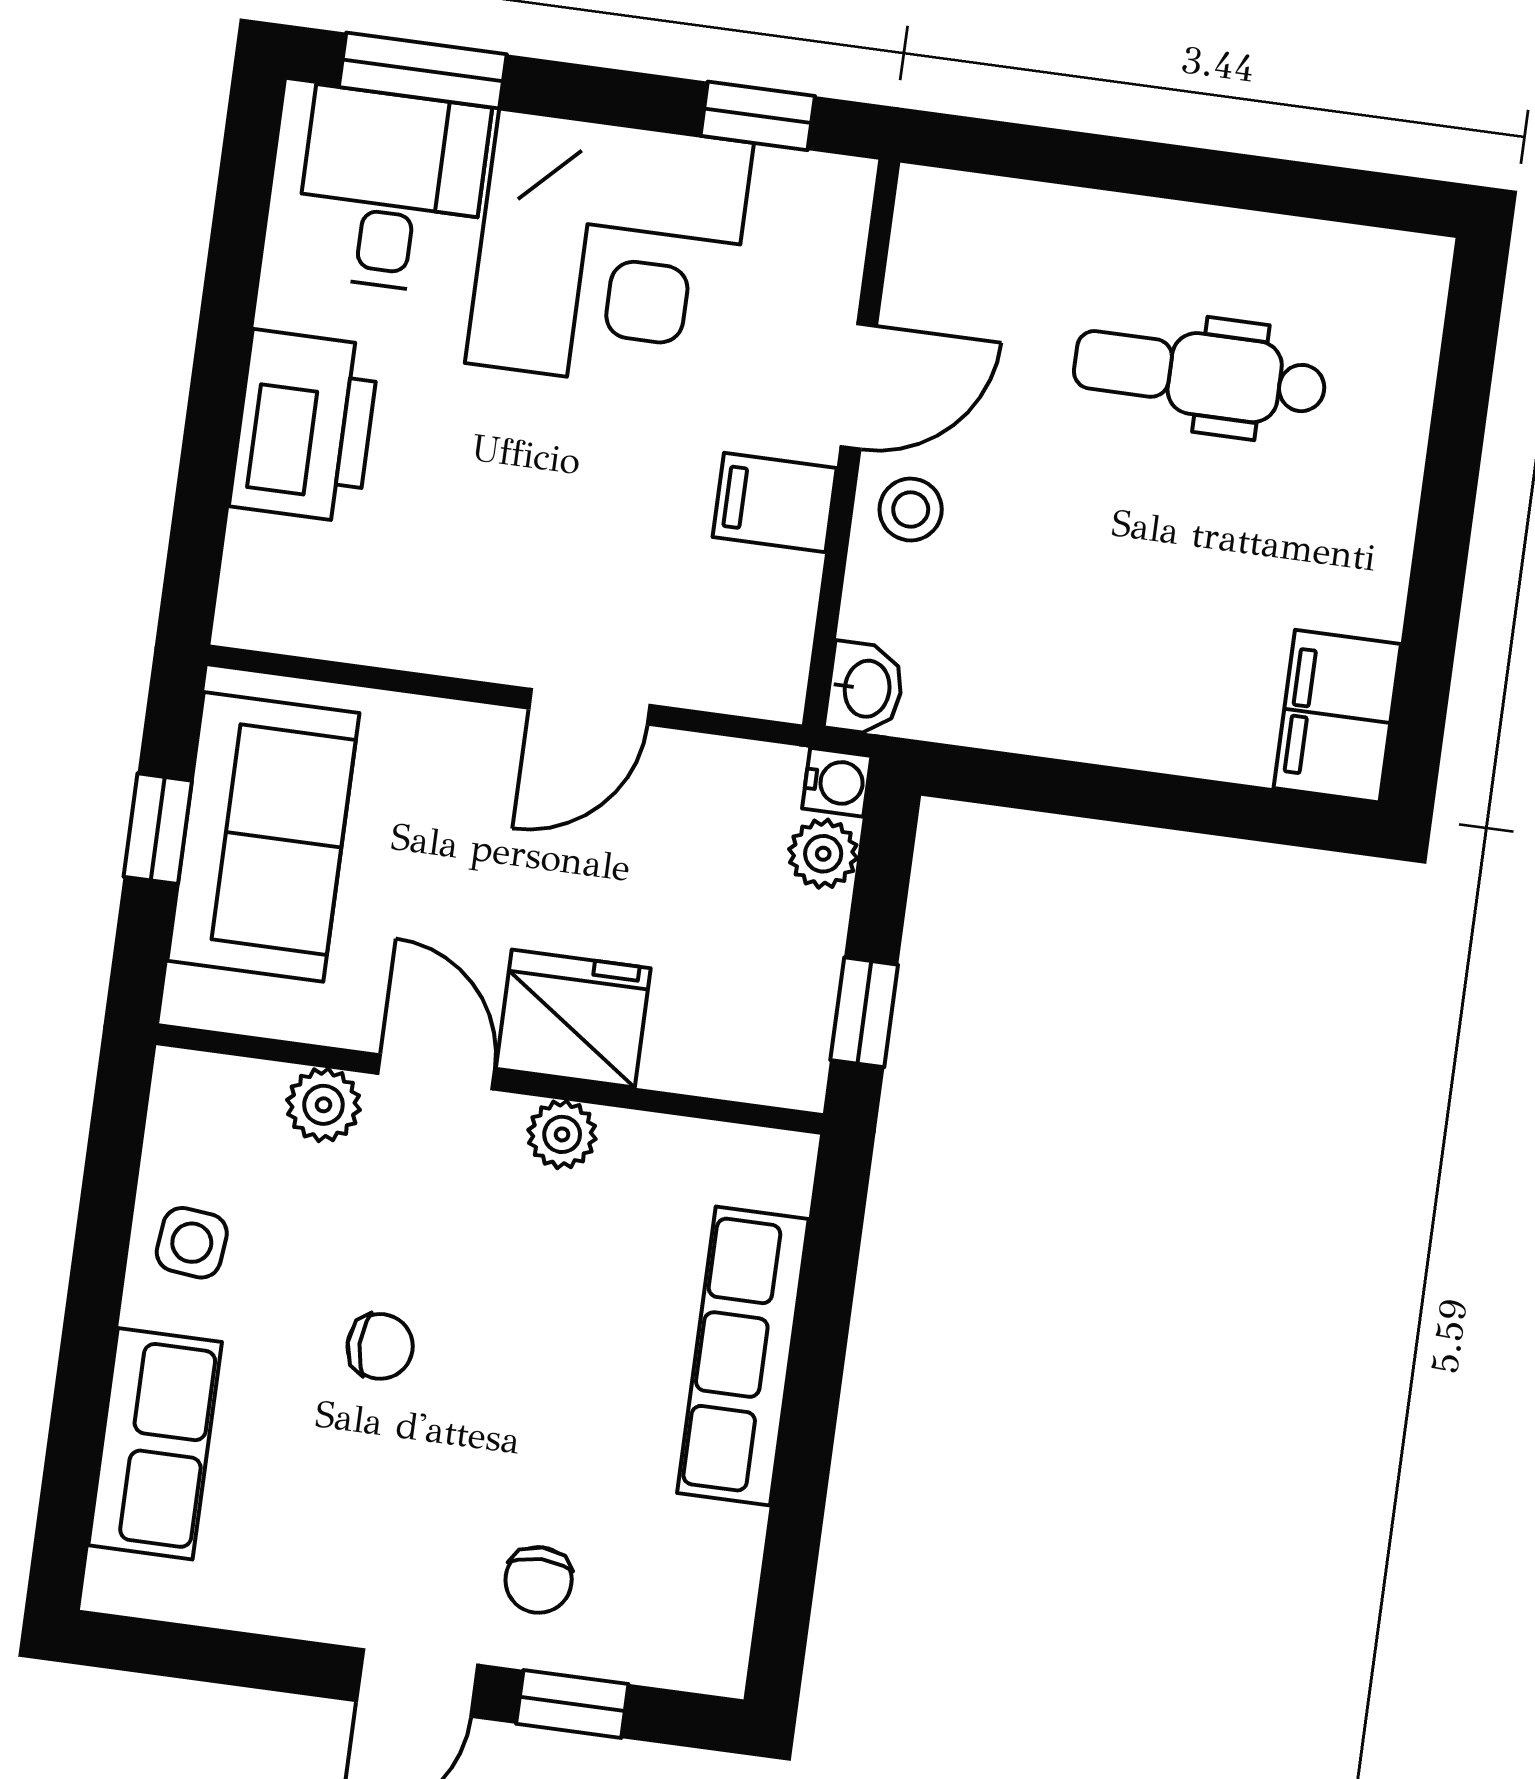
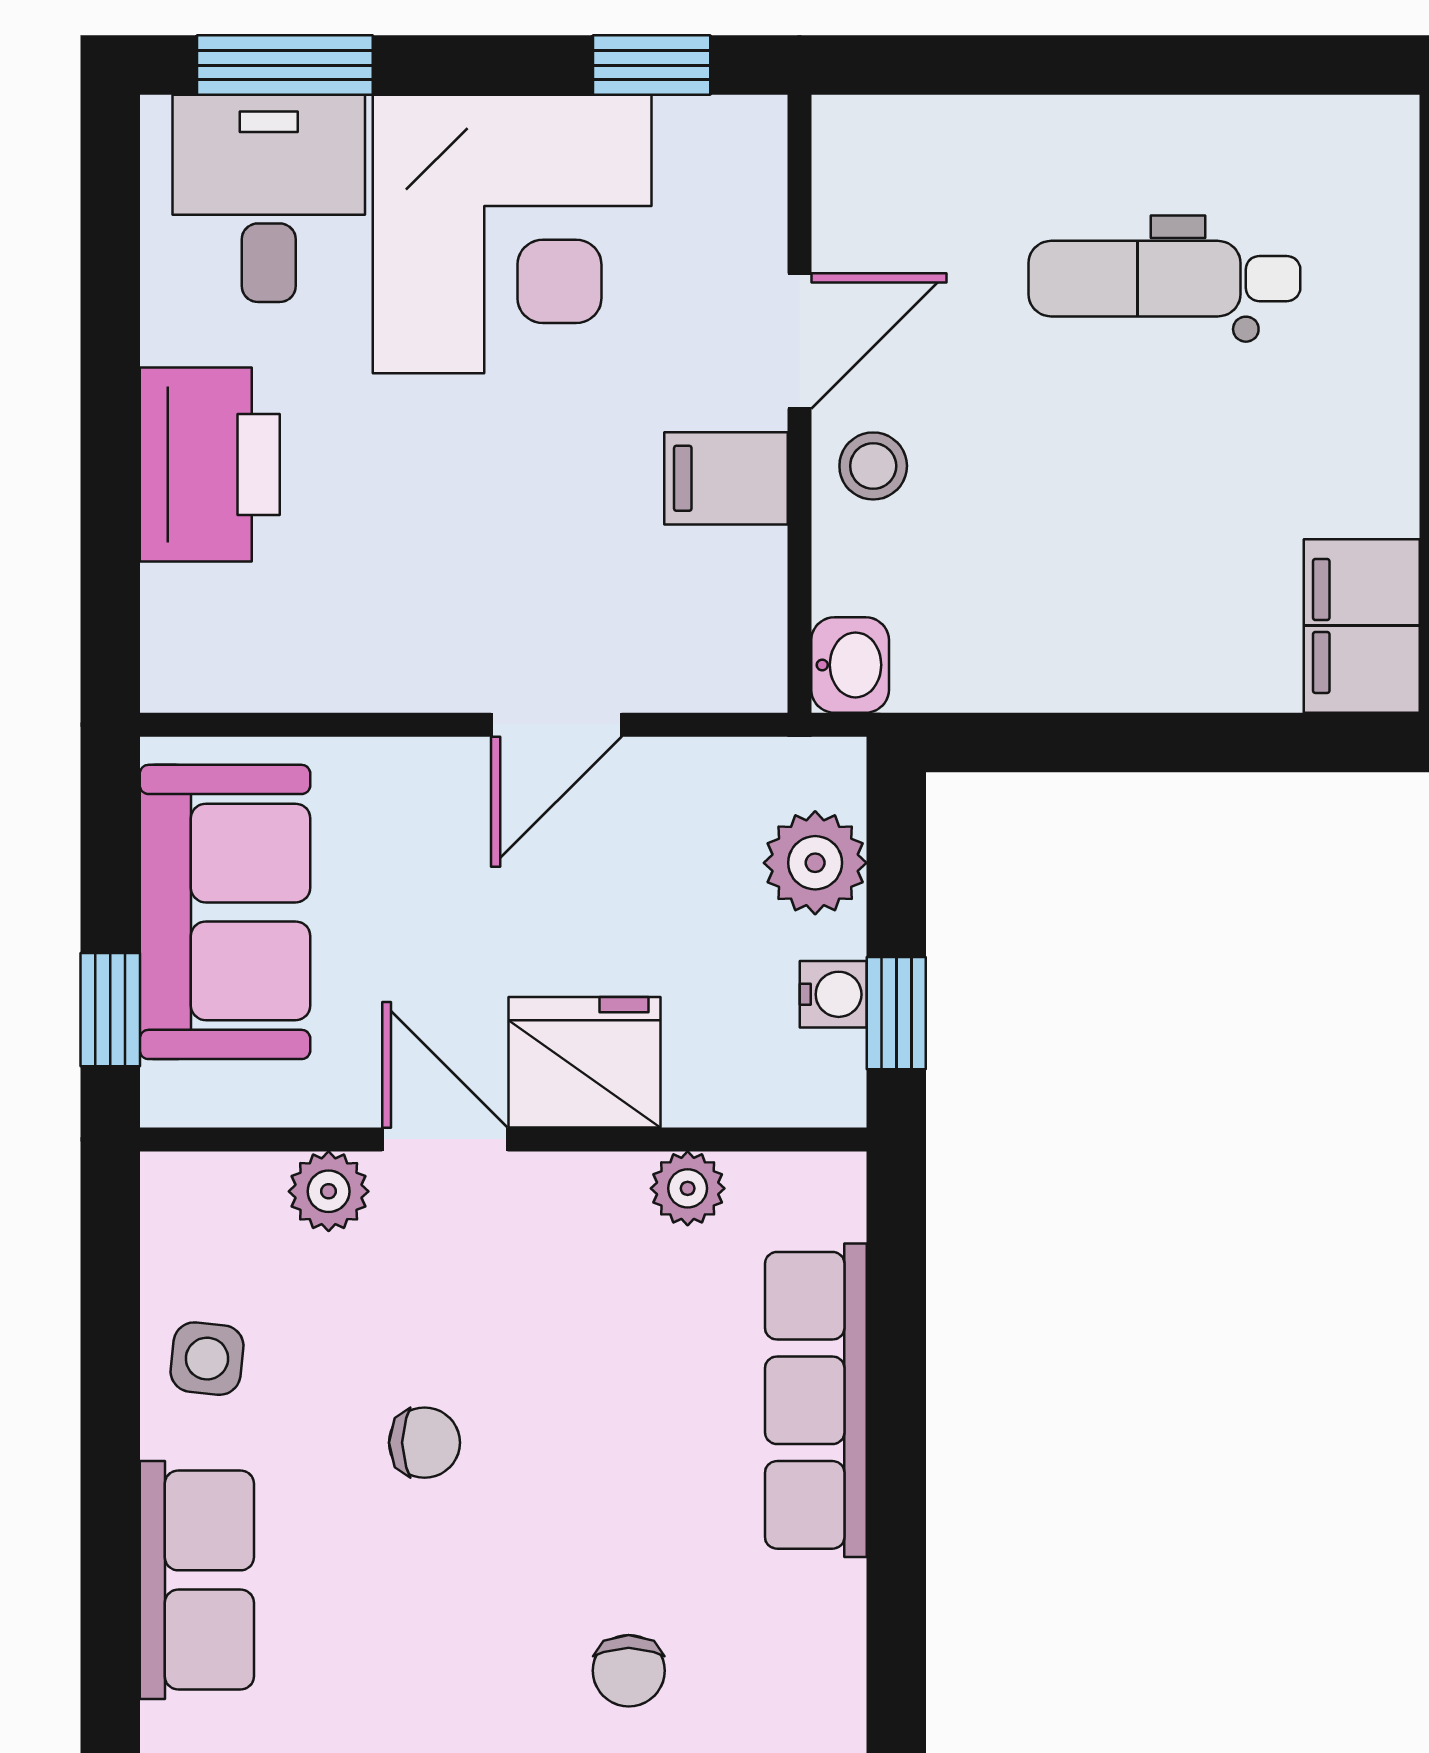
water cooler: (837, 782) -> (833, 994), moved
window: (158, 829) -> (110, 1010), moved
plant: (823, 854) -> (815, 863), width x1.38, depth x1.38
plant: (562, 1134) -> (688, 1188), moved

